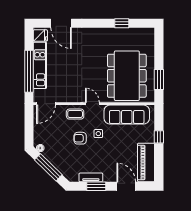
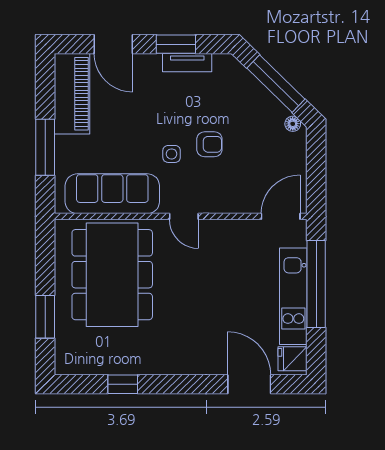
window: (159, 79) -> (45, 317), moved
coffee table: (75, 114) -> (220, 195), removed
window: (159, 137) -> (45, 147), width x2.17

